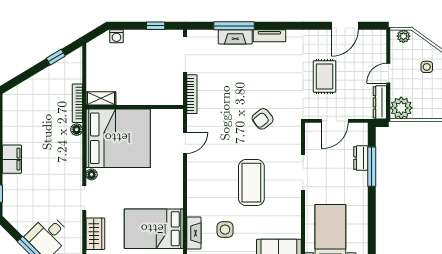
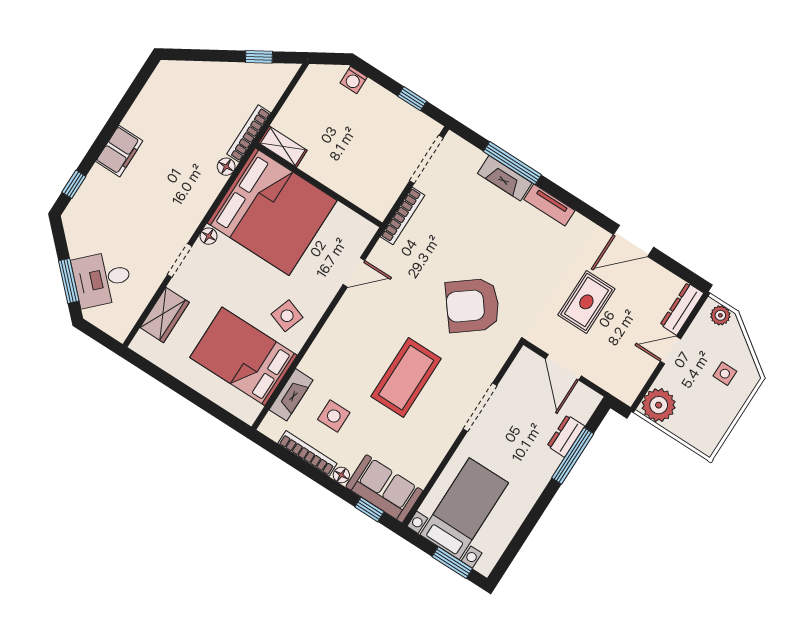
door: (345, 26) -> (634, 241), moved
dresser: (380, 102) -> (682, 309), moved
armchair: (263, 119) -> (473, 305), width x1.88, depth x1.88
door: (335, 121) -> (563, 367), hinge flipped
side table: (163, 191) -> (287, 316), added

